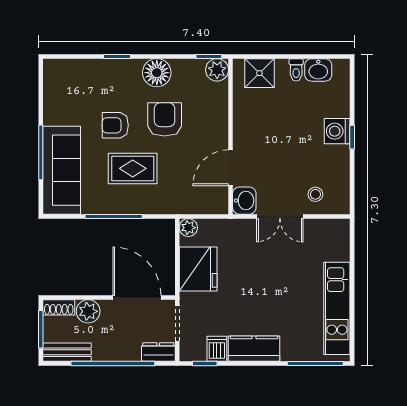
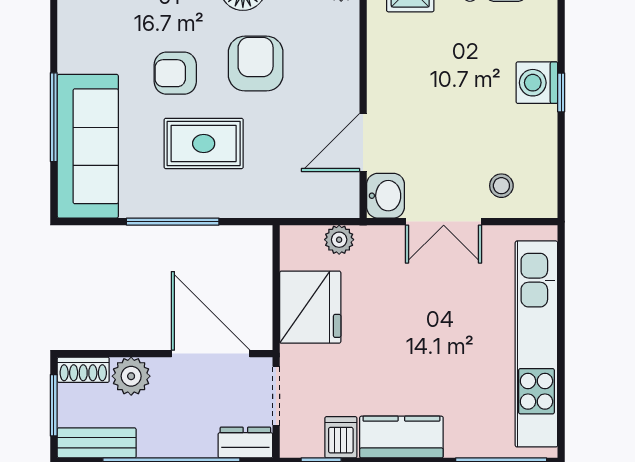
plant: (188, 228) -> (339, 240), moved
kitchen unit: (337, 308) -> (536, 344), width x1.36

